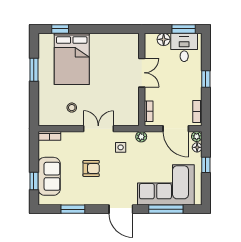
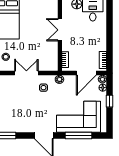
double door: (142, 73) -> (60, 30), swing flipped
window: (206, 79) -> (110, 35), removed
door: (176, 129) -> (86, 73), hinge flipped
armchair: (91, 168) -> (21, 104), removed

